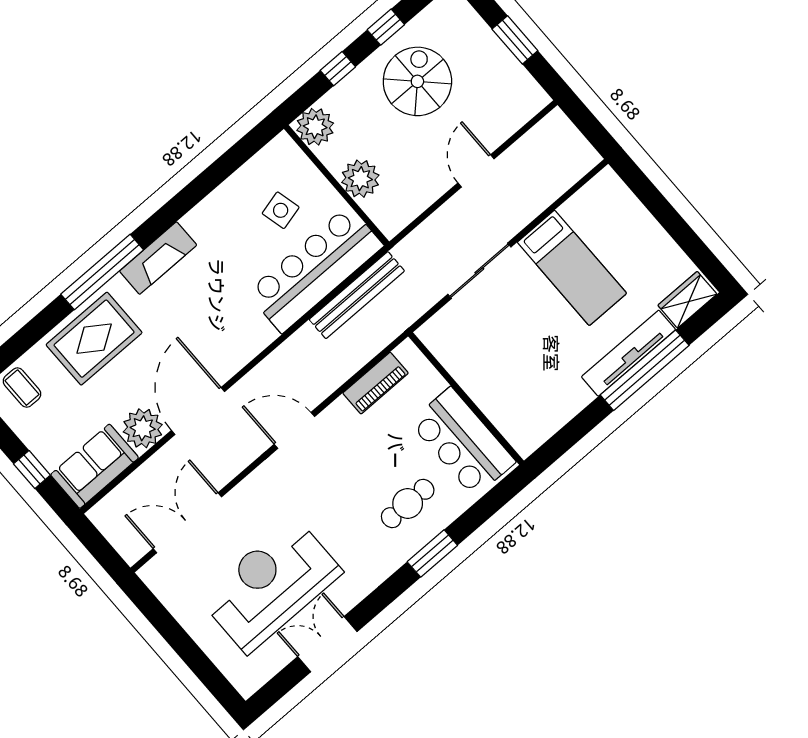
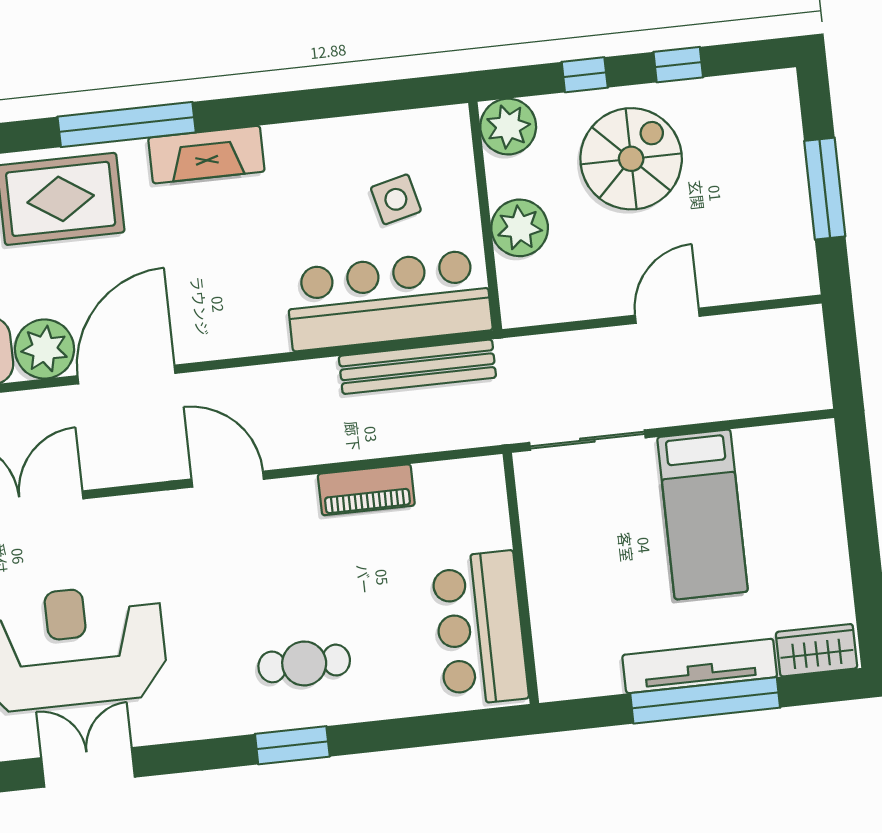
window: (515, 40) -> (825, 189), width x1.44
spiral stairs: (417, 81) -> (631, 159), moved
wall: (466, 399) -> (521, 578), moved
bar counter: (462, 442) -> (480, 628), moved

